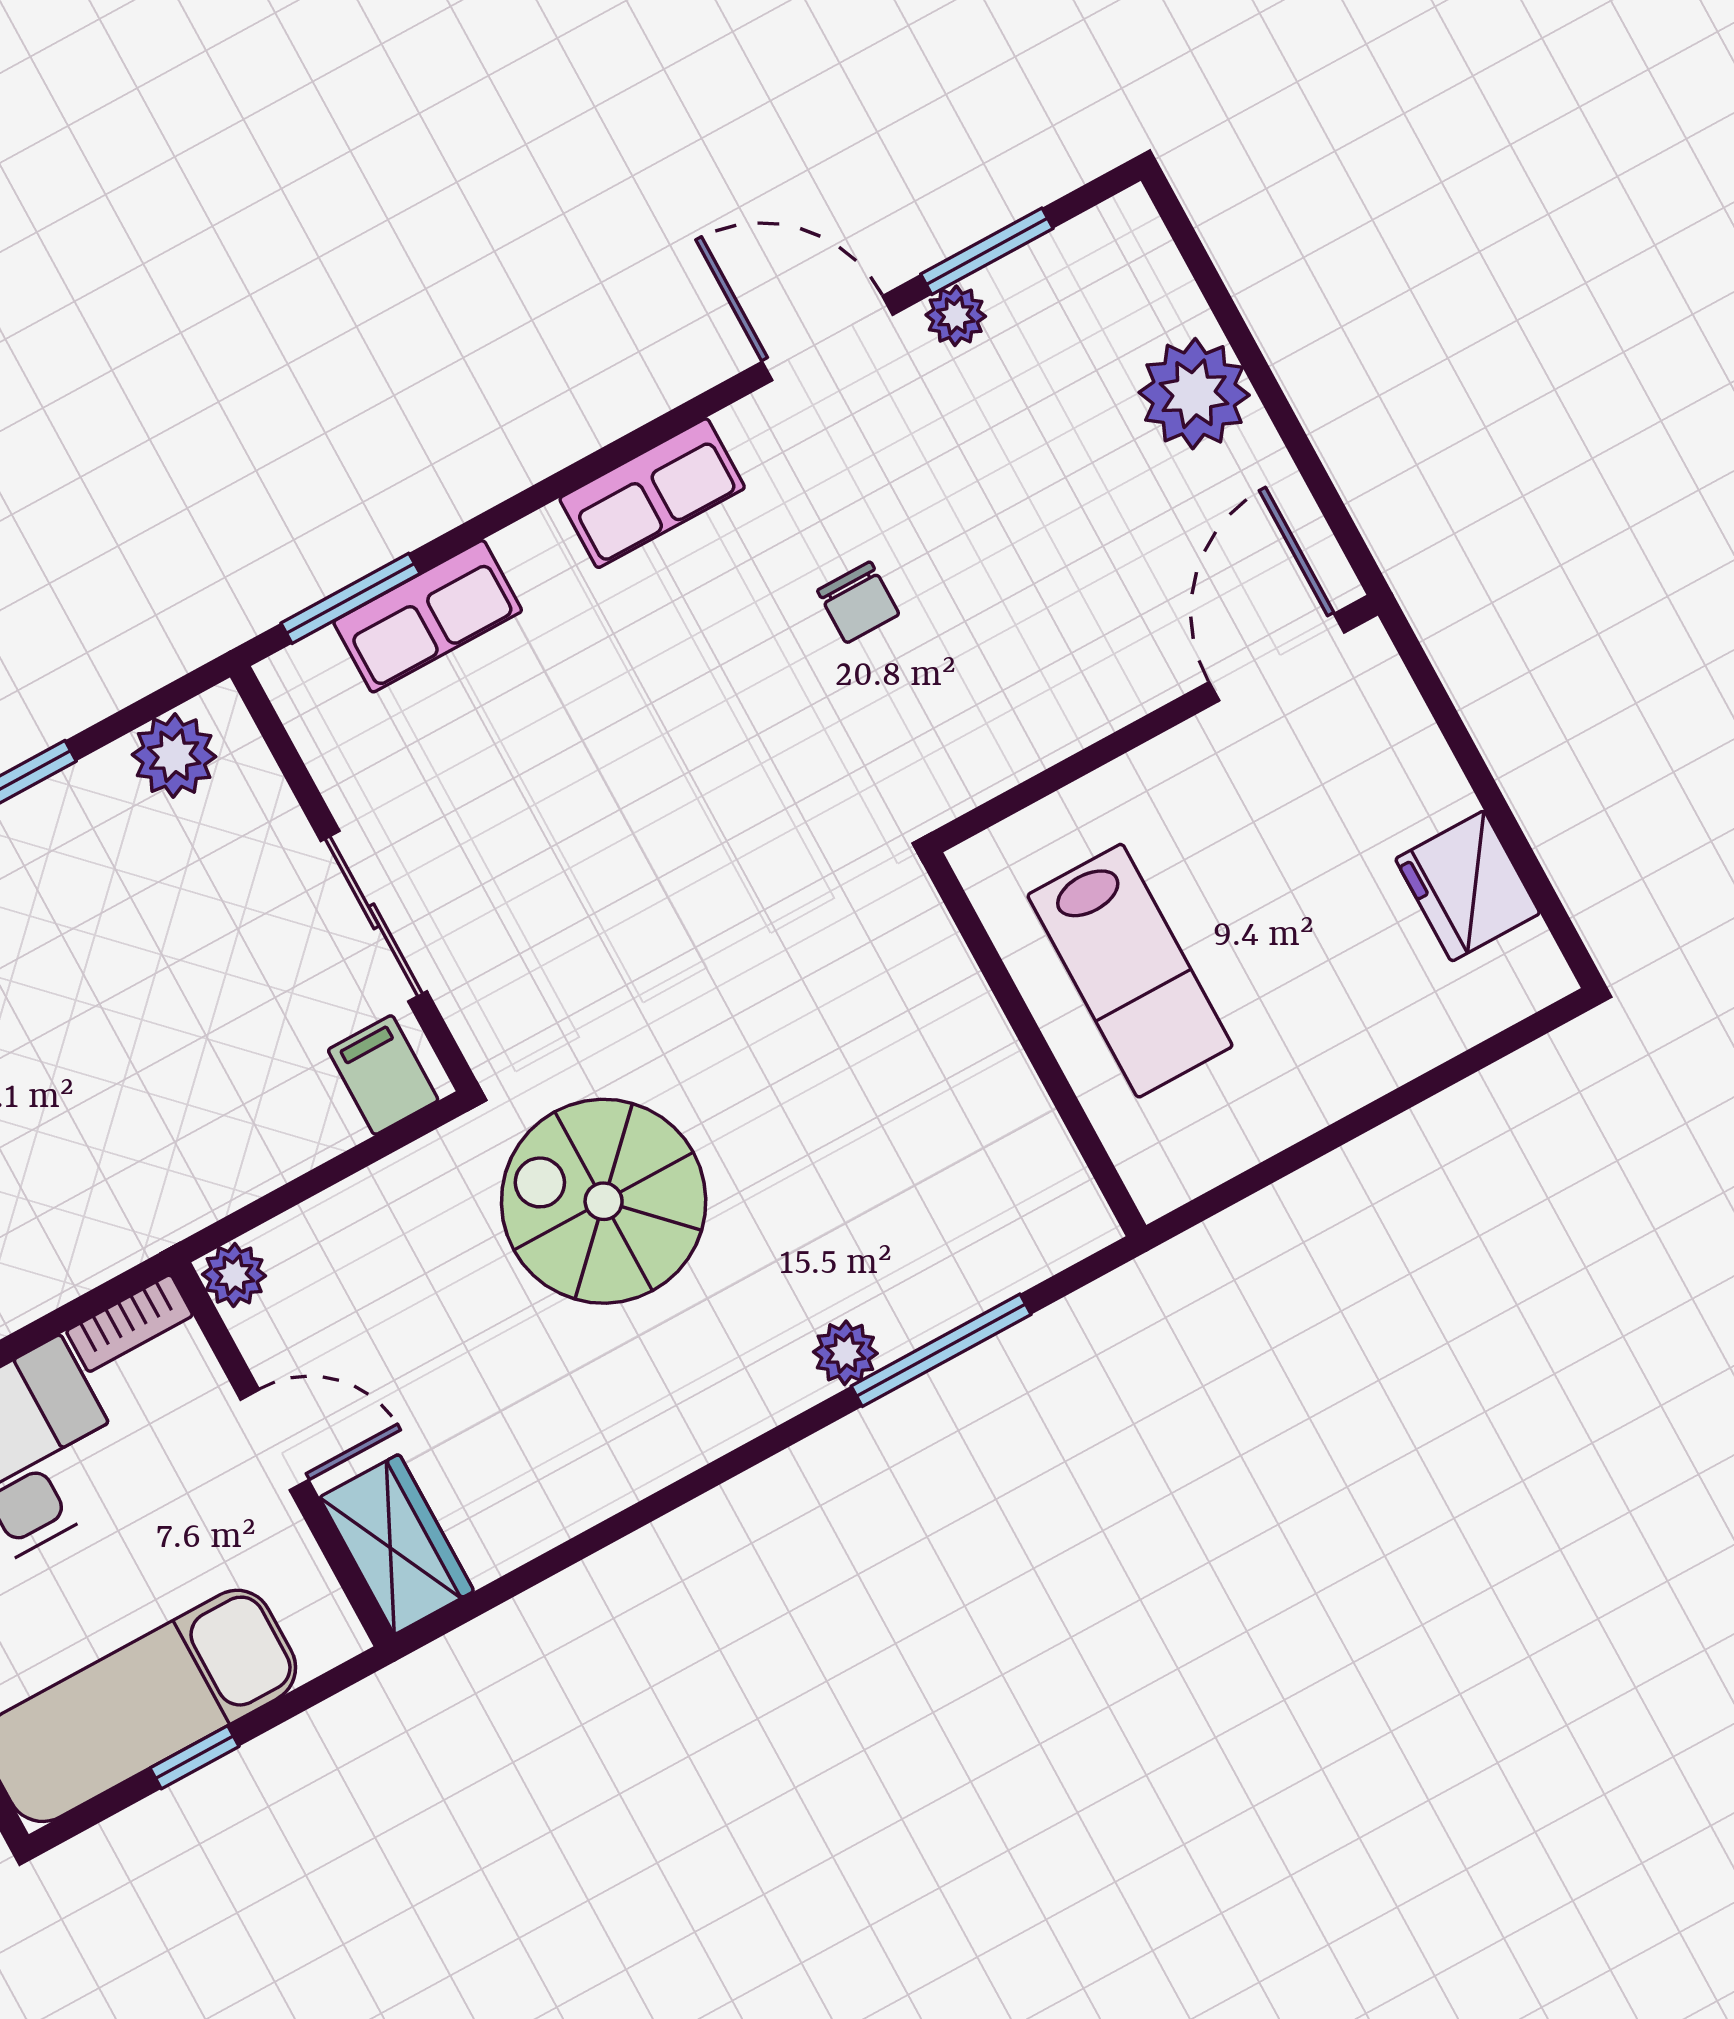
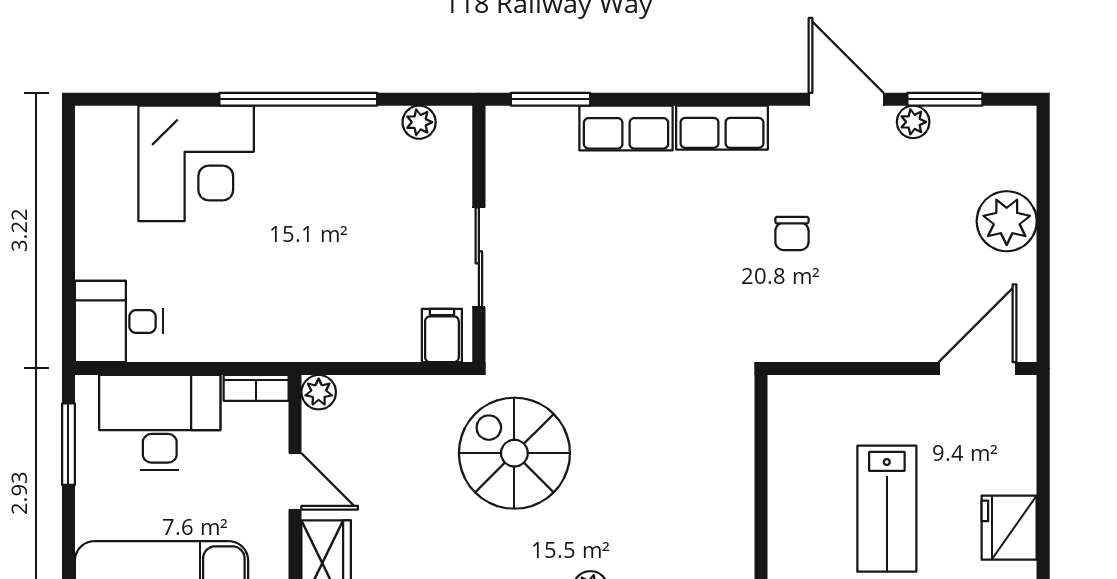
row of seats: (428, 616) -> (626, 128), moved
plant: (174, 756) -> (419, 122), width x0.73, depth x0.73
lab bench: (1130, 971) -> (887, 509), moved

